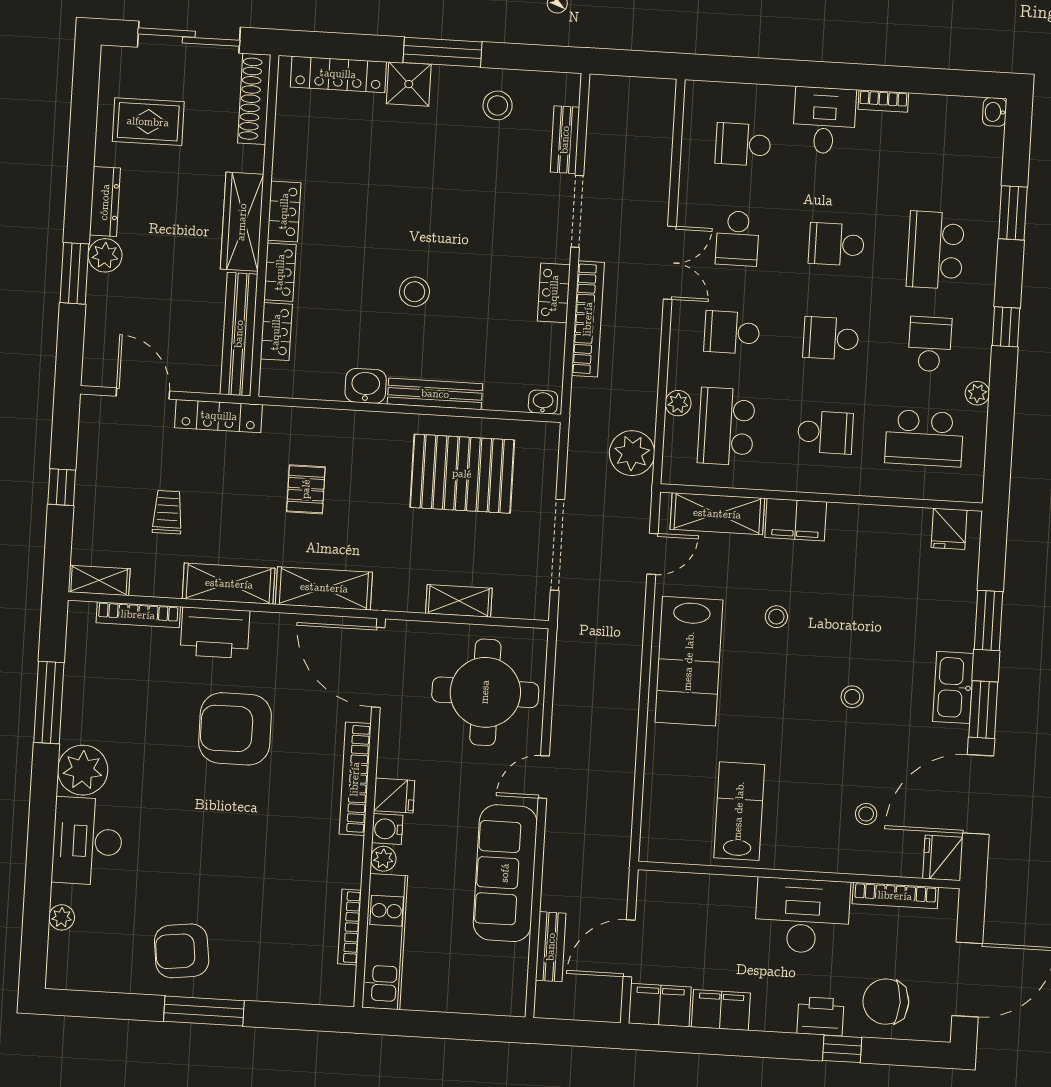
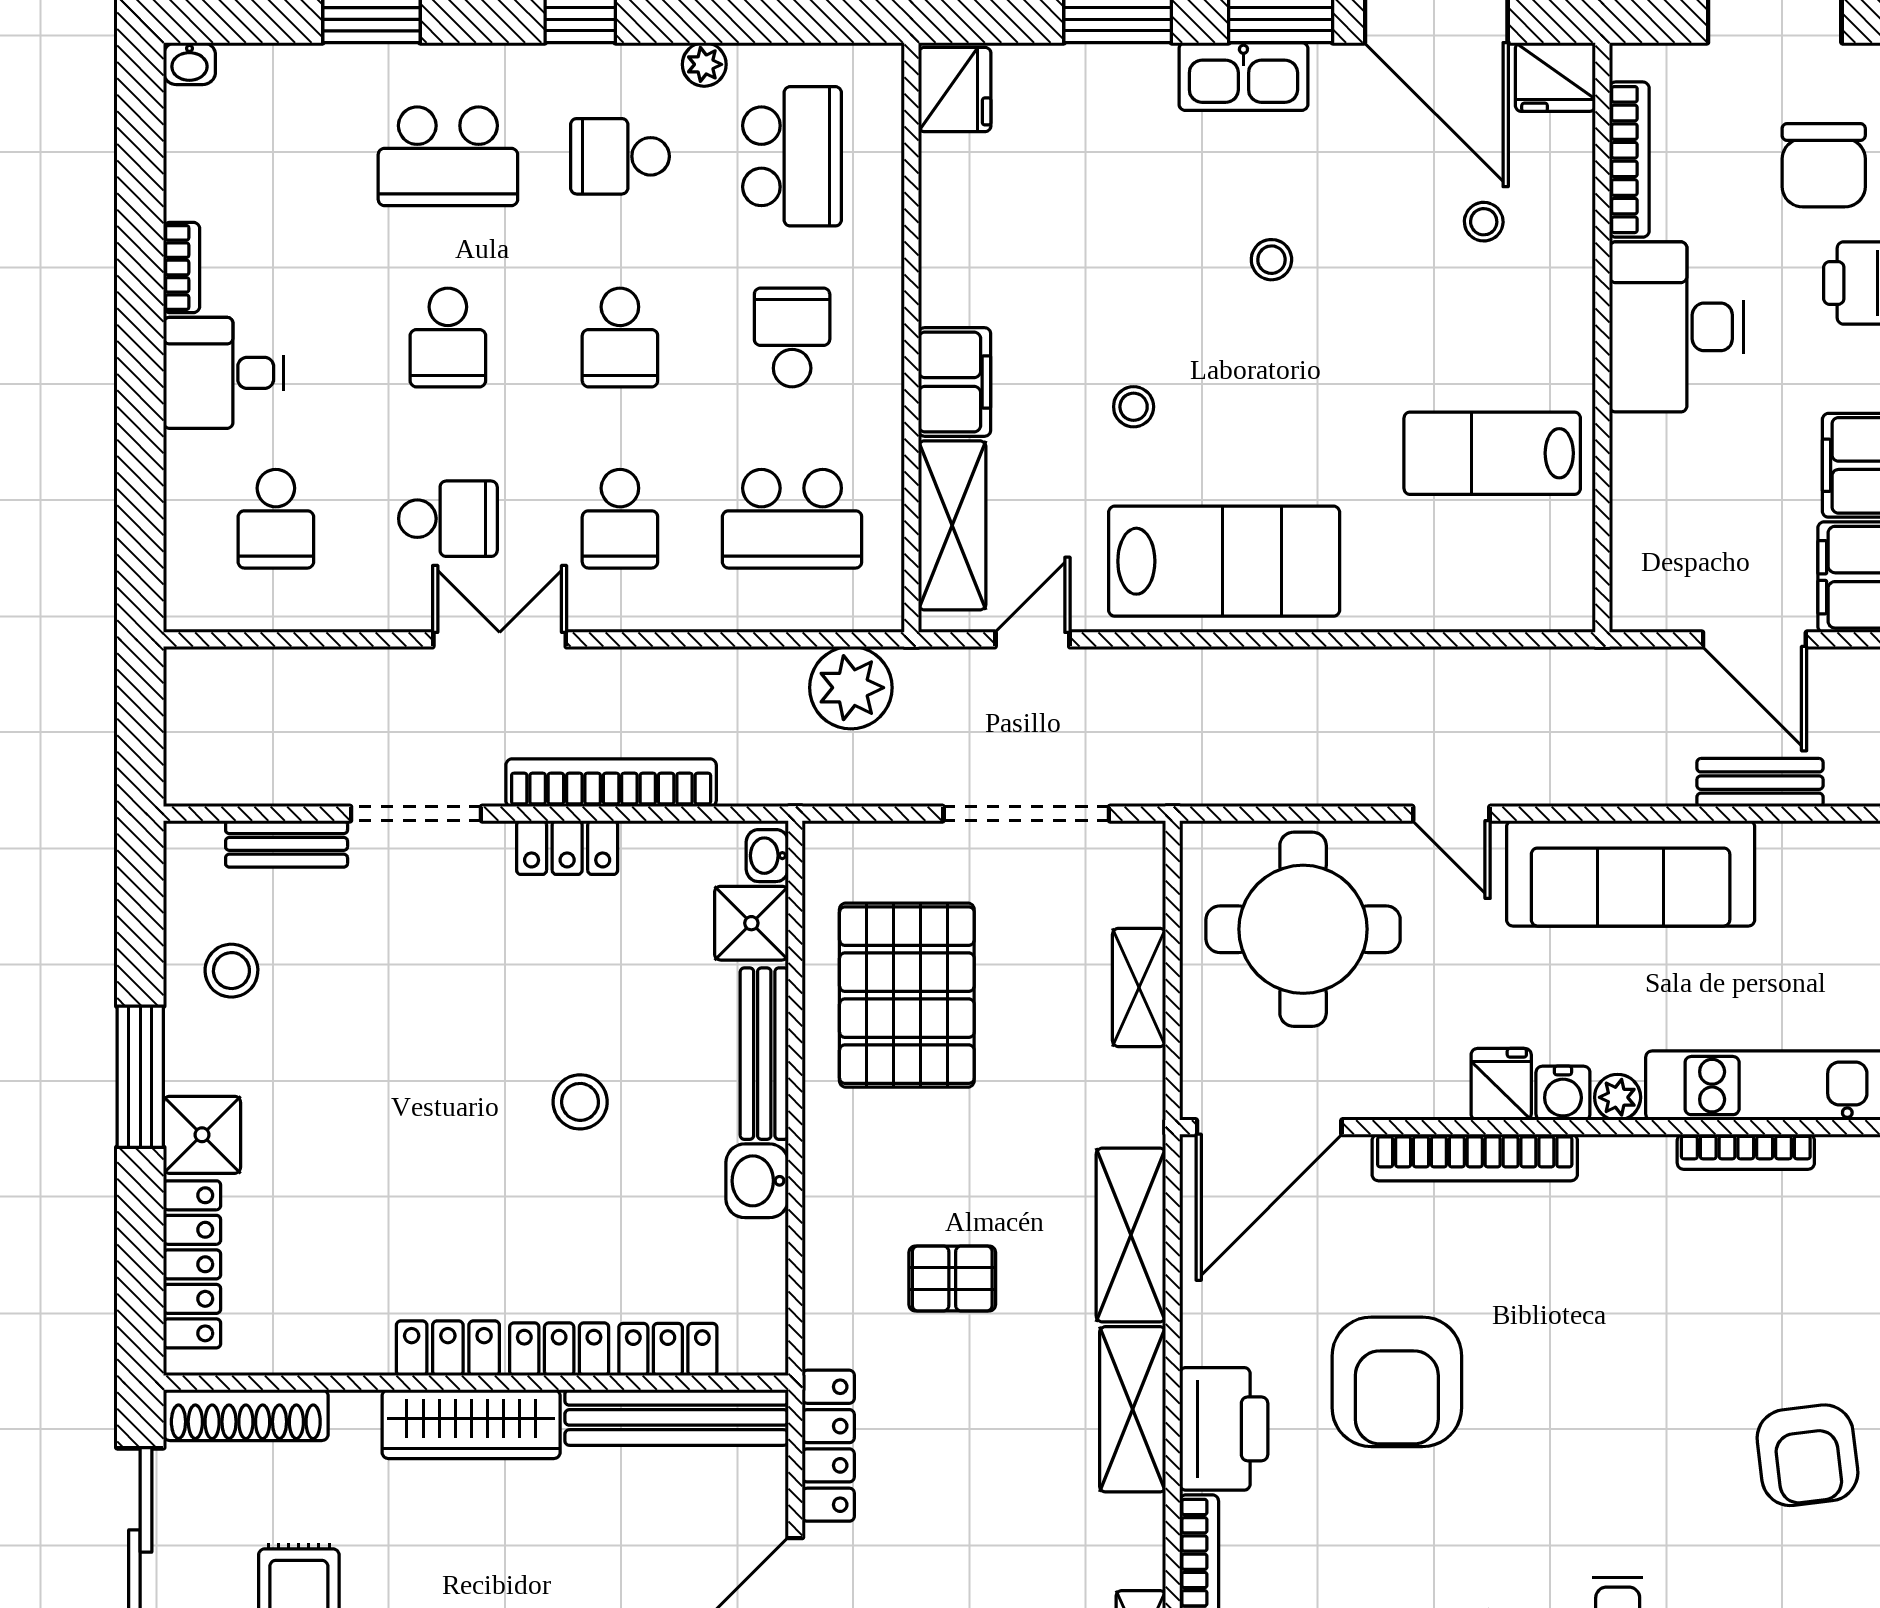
shower: (507, 391) -> (751, 923), added
plant: (678, 403) -> (755, 609), removed
trolley: (168, 512) -> (1009, 1528), removed
fridge: (949, 529) -> (955, 90), width x1.38
door: (652, 554) -> (1032, 639), hinge flipped

